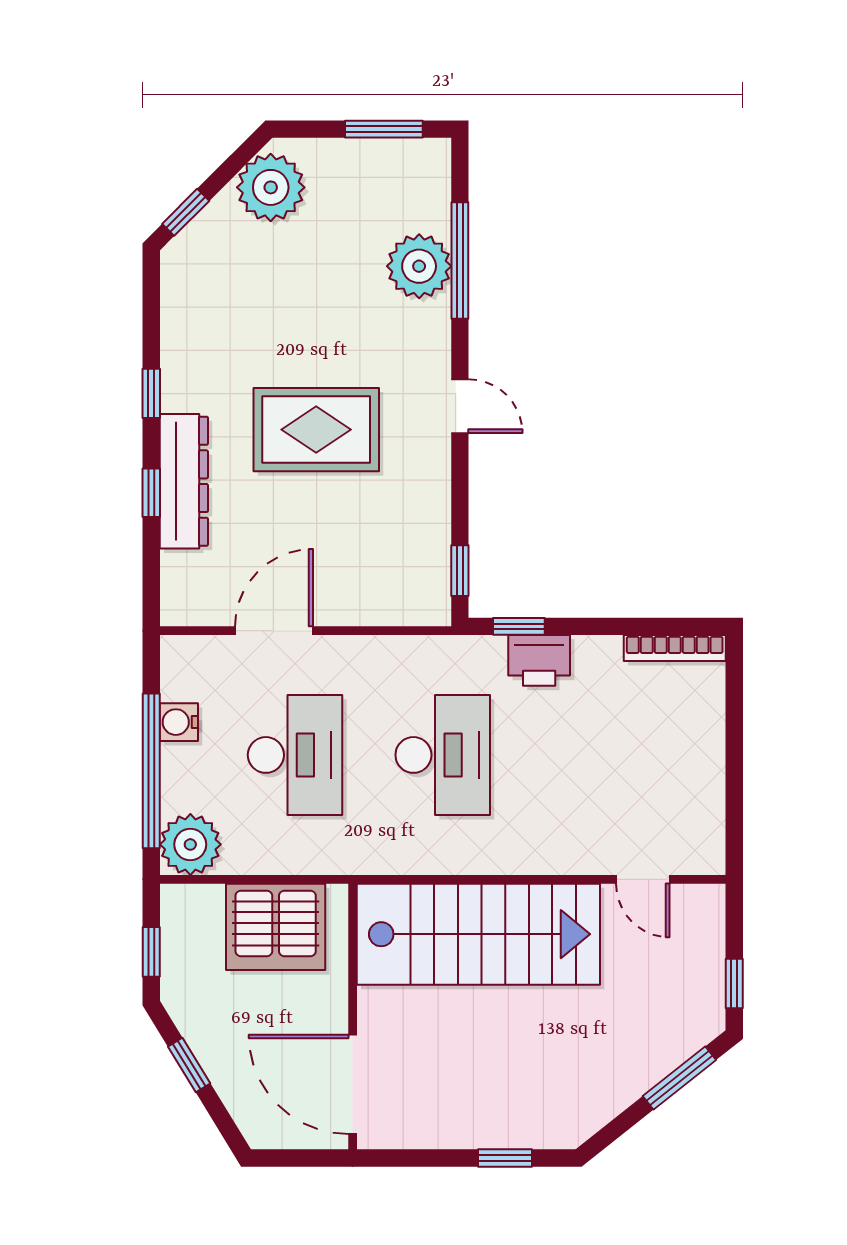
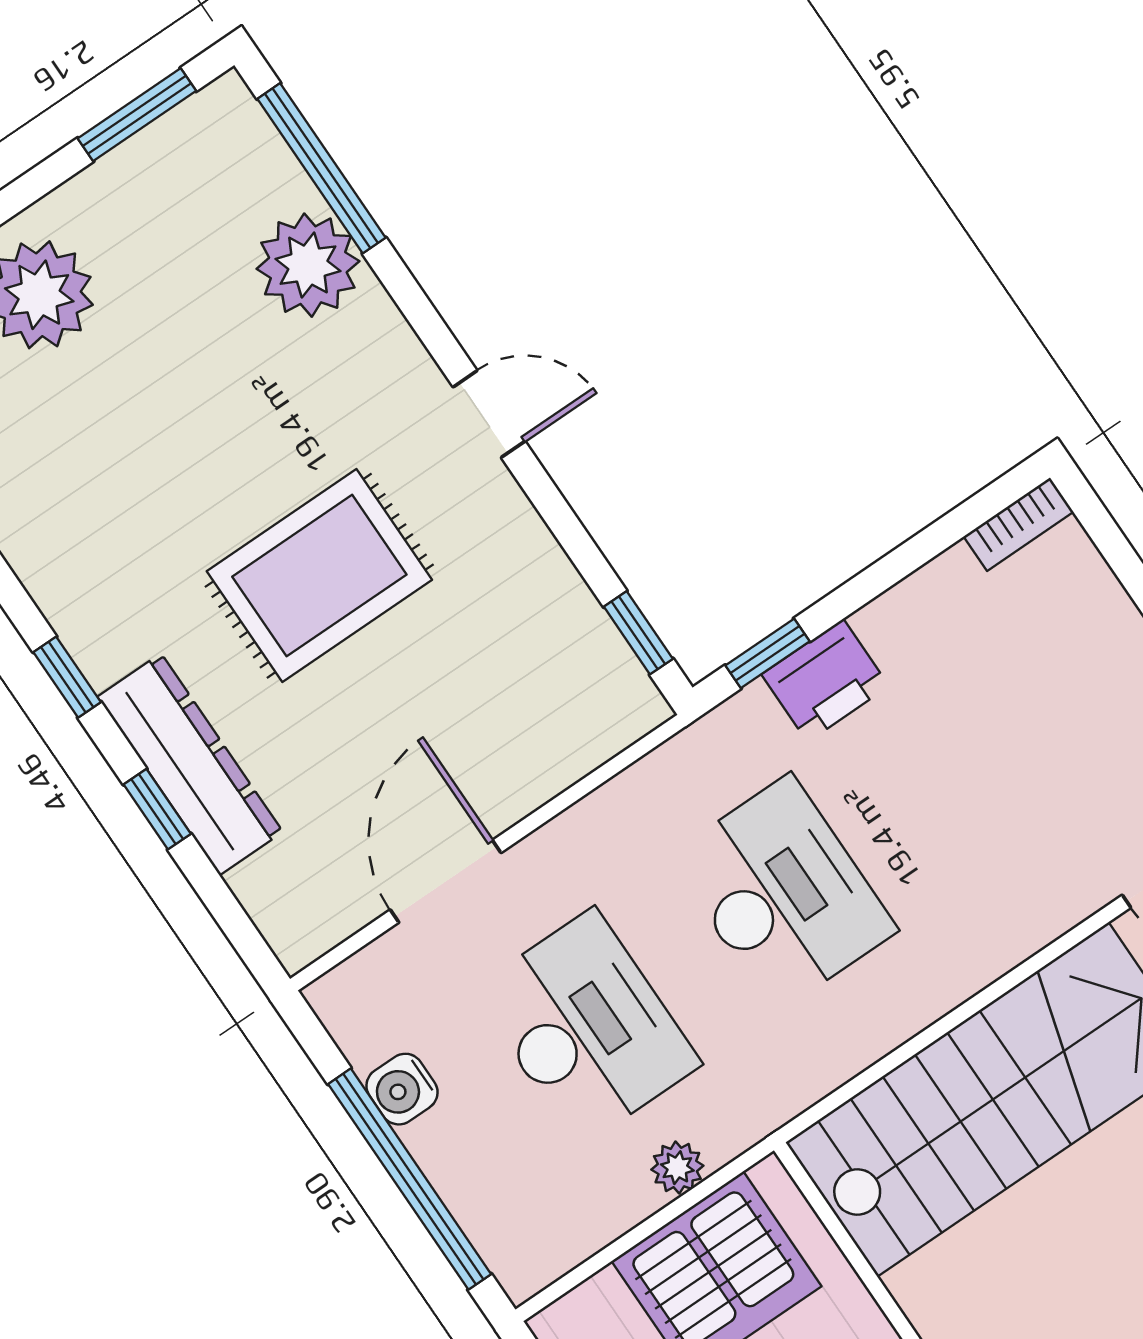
window: (460, 260) -> (321, 168), moved
bookcase: (675, 648) -> (1019, 524), width x0.64
plant: (190, 844) -> (677, 1168), moved, width x0.53, depth x0.53

